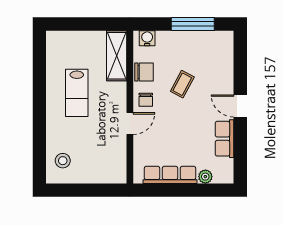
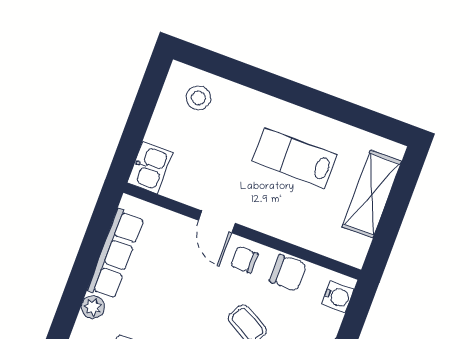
shelving: (117, 56) -> (372, 194), moved, turned 90
chair: (144, 72) -> (288, 273), turned -90
kitchen sink: (113, 174) -> (150, 167), added

